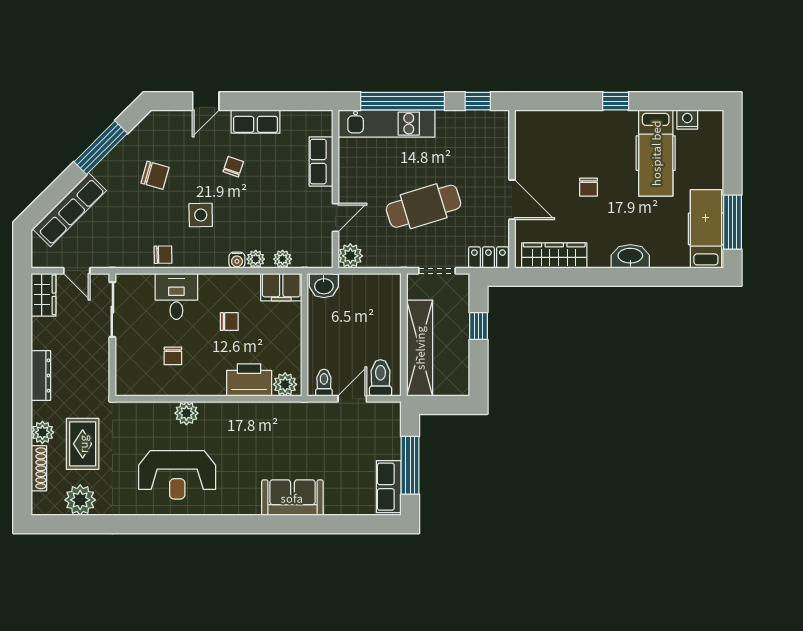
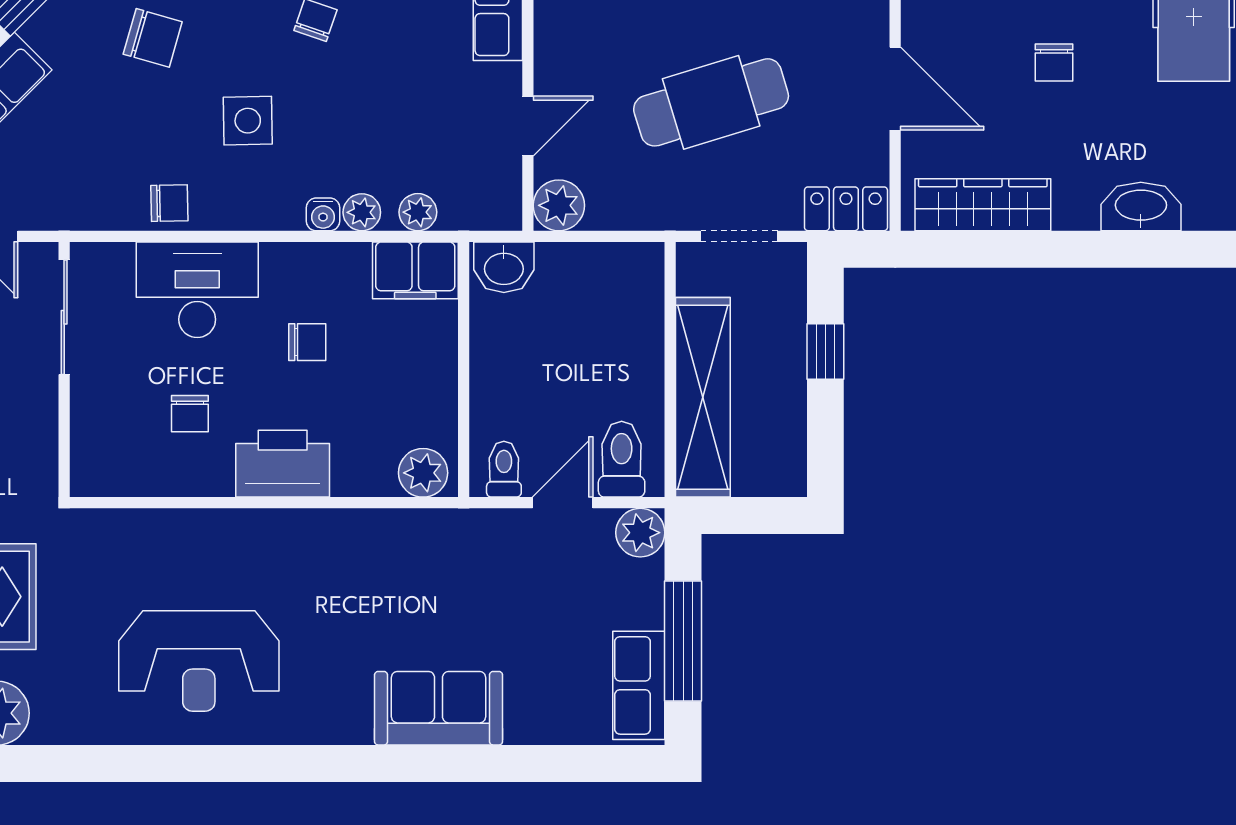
desk: (176, 296) -> (197, 290), width x1.37
printer: (249, 380) -> (283, 464), moved
plant: (186, 413) -> (640, 533), moved

